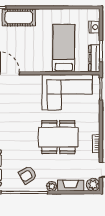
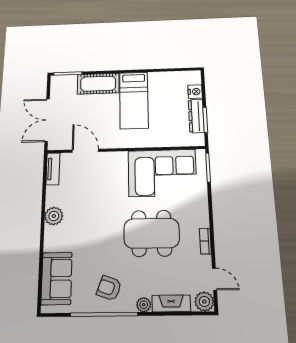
bed: (64, 48) -> (134, 100), moved, turned 180
dresser: (94, 58) -> (196, 116), moved
armchair: (28, 175) -> (109, 288), turned 50

